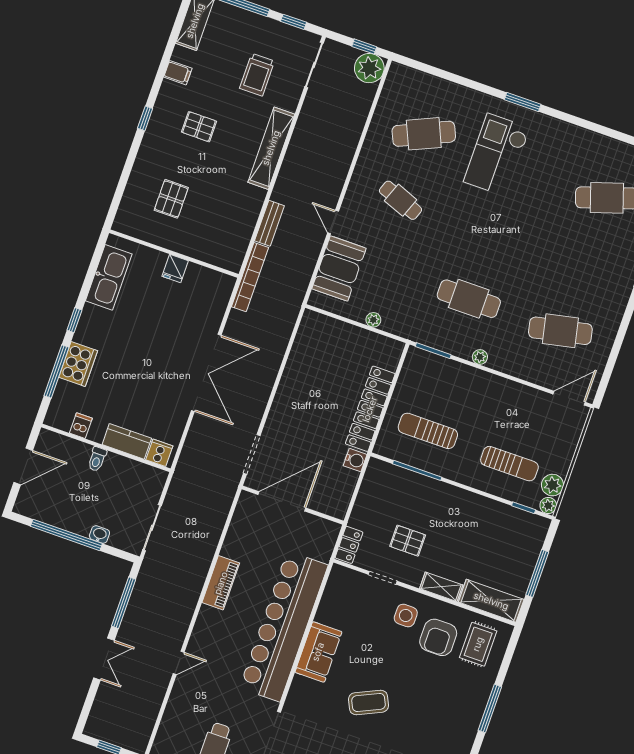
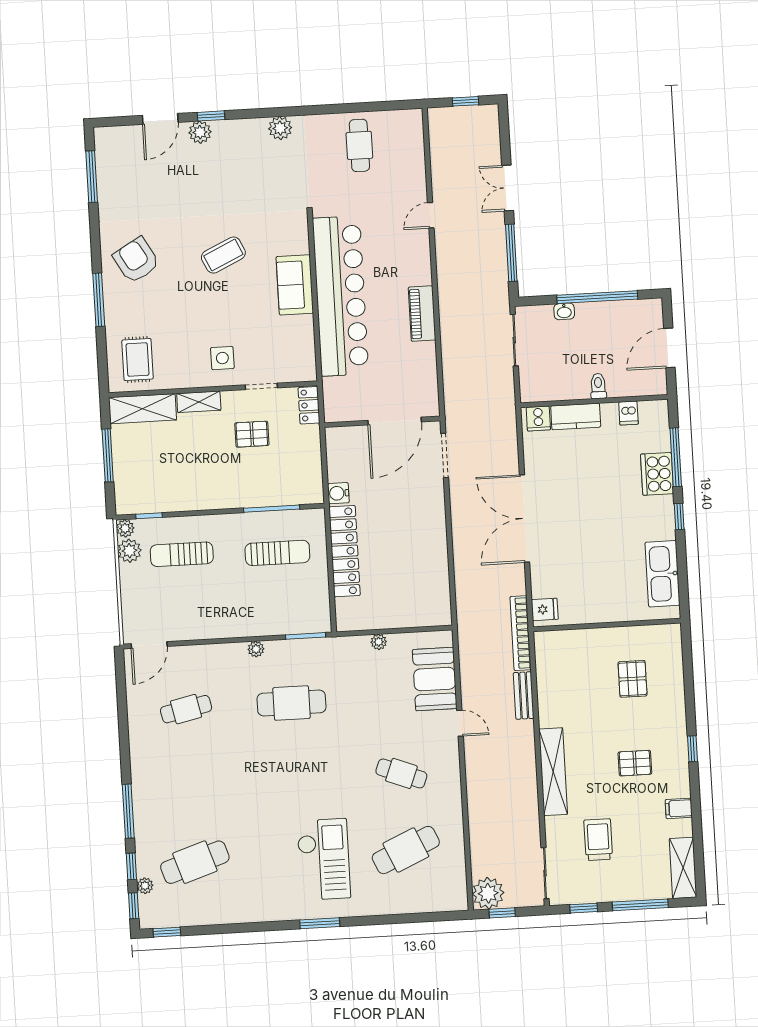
fridge: (175, 269) -> (545, 609), moved, turned 90
cafe table: (560, 331) -> (186, 709), width x0.73, depth x0.74
armchair: (438, 637) -> (136, 260), moved, turned -30

